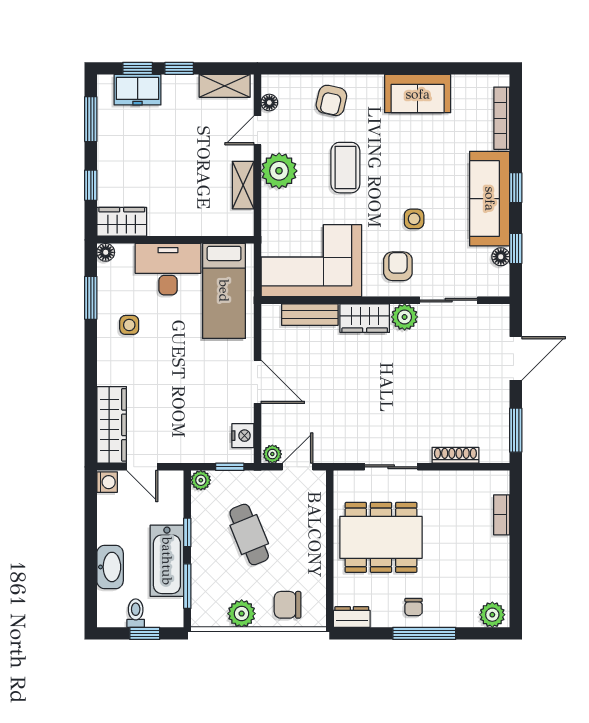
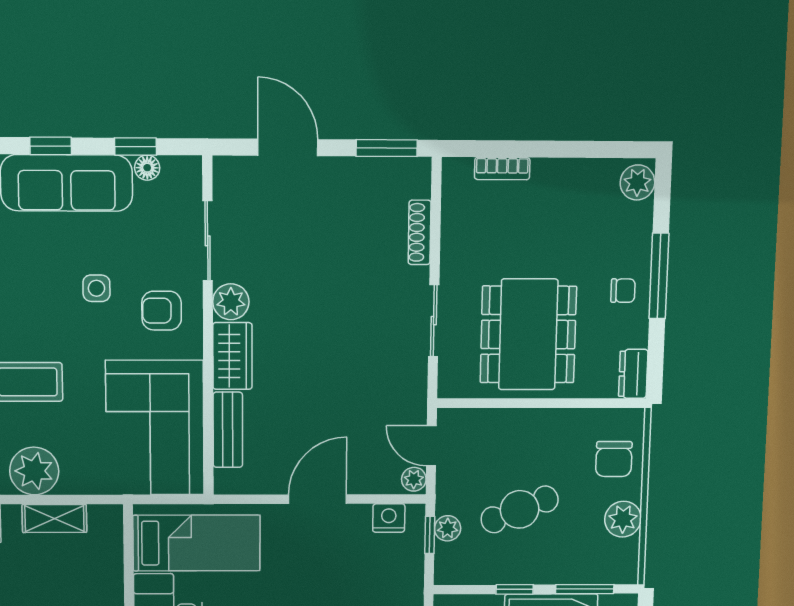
plant: (201, 480) -> (448, 528), moved

